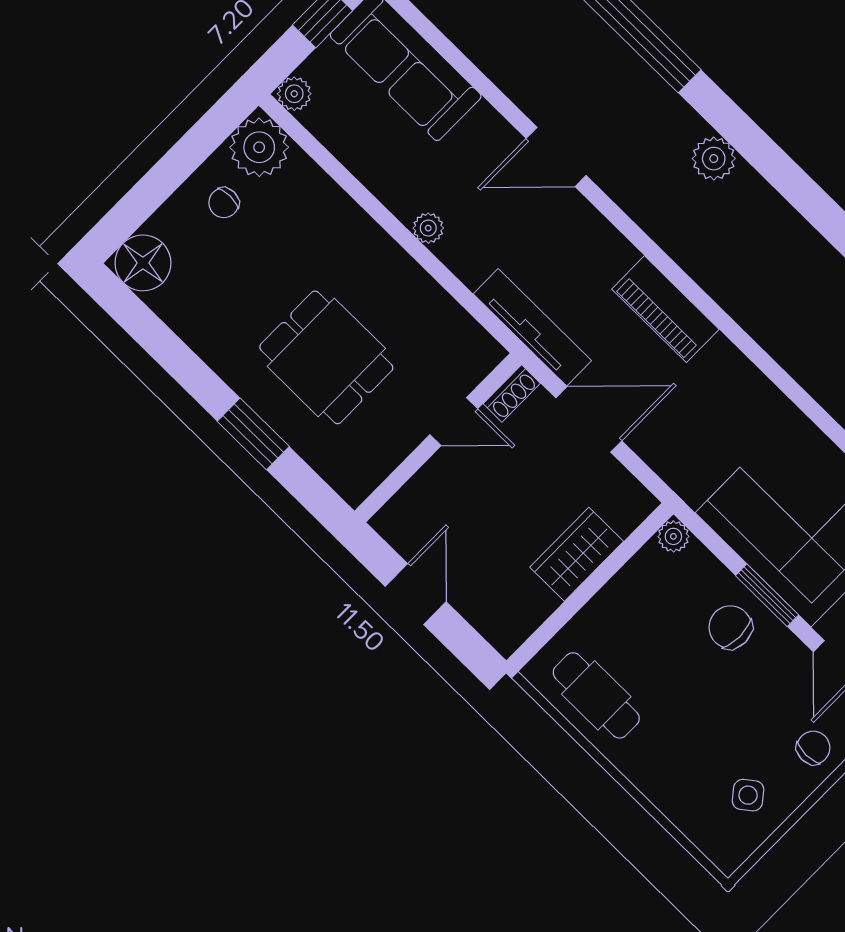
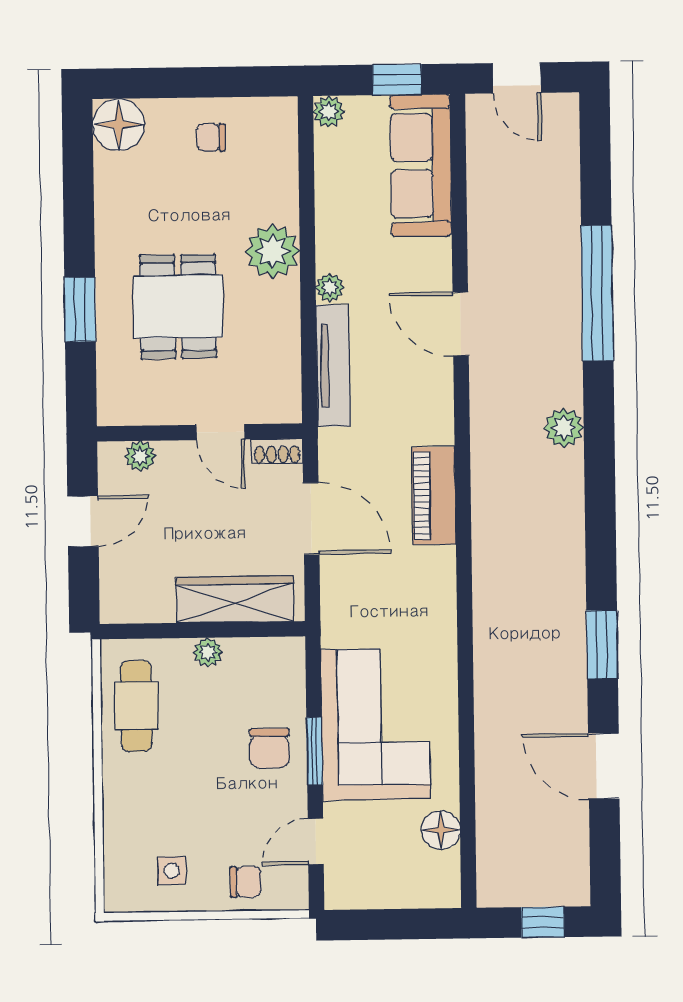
plant: (259, 147) -> (273, 251), moved
tv unit: (532, 327) -> (333, 366), moved
plant: (410, 501) -> (140, 456), added
plant: (673, 536) -> (208, 652), moved
wardrobe: (577, 554) -> (235, 599), width x1.50
chair: (730, 627) -> (269, 748), turned 180
side table: (748, 795) -> (172, 871), turned 38

